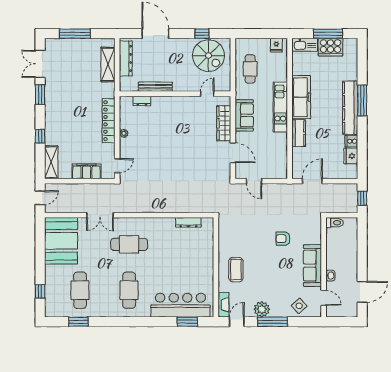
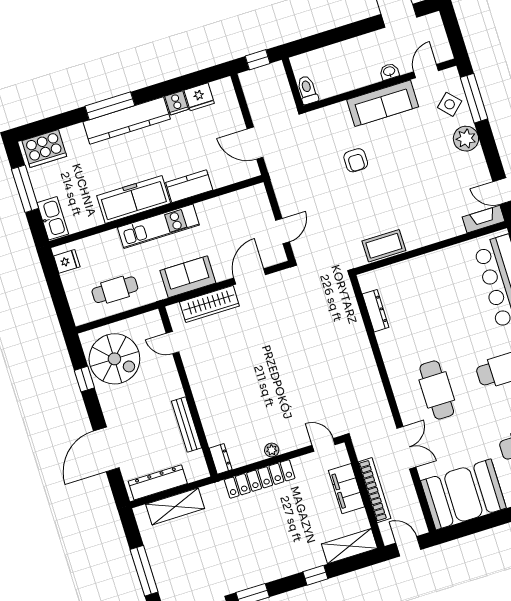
cooker: (330, 47) -> (44, 148), moved, turned 90
spiral stairs: (208, 56) -> (114, 359), turned 90
dresser: (142, 101) -> (221, 459), moved
bookcase: (80, 188) -> (375, 490), added
coffee table: (236, 270) -> (384, 246), moved
plant: (262, 309) -> (466, 139), moved
window: (273, 322) -> (474, 98), moved

